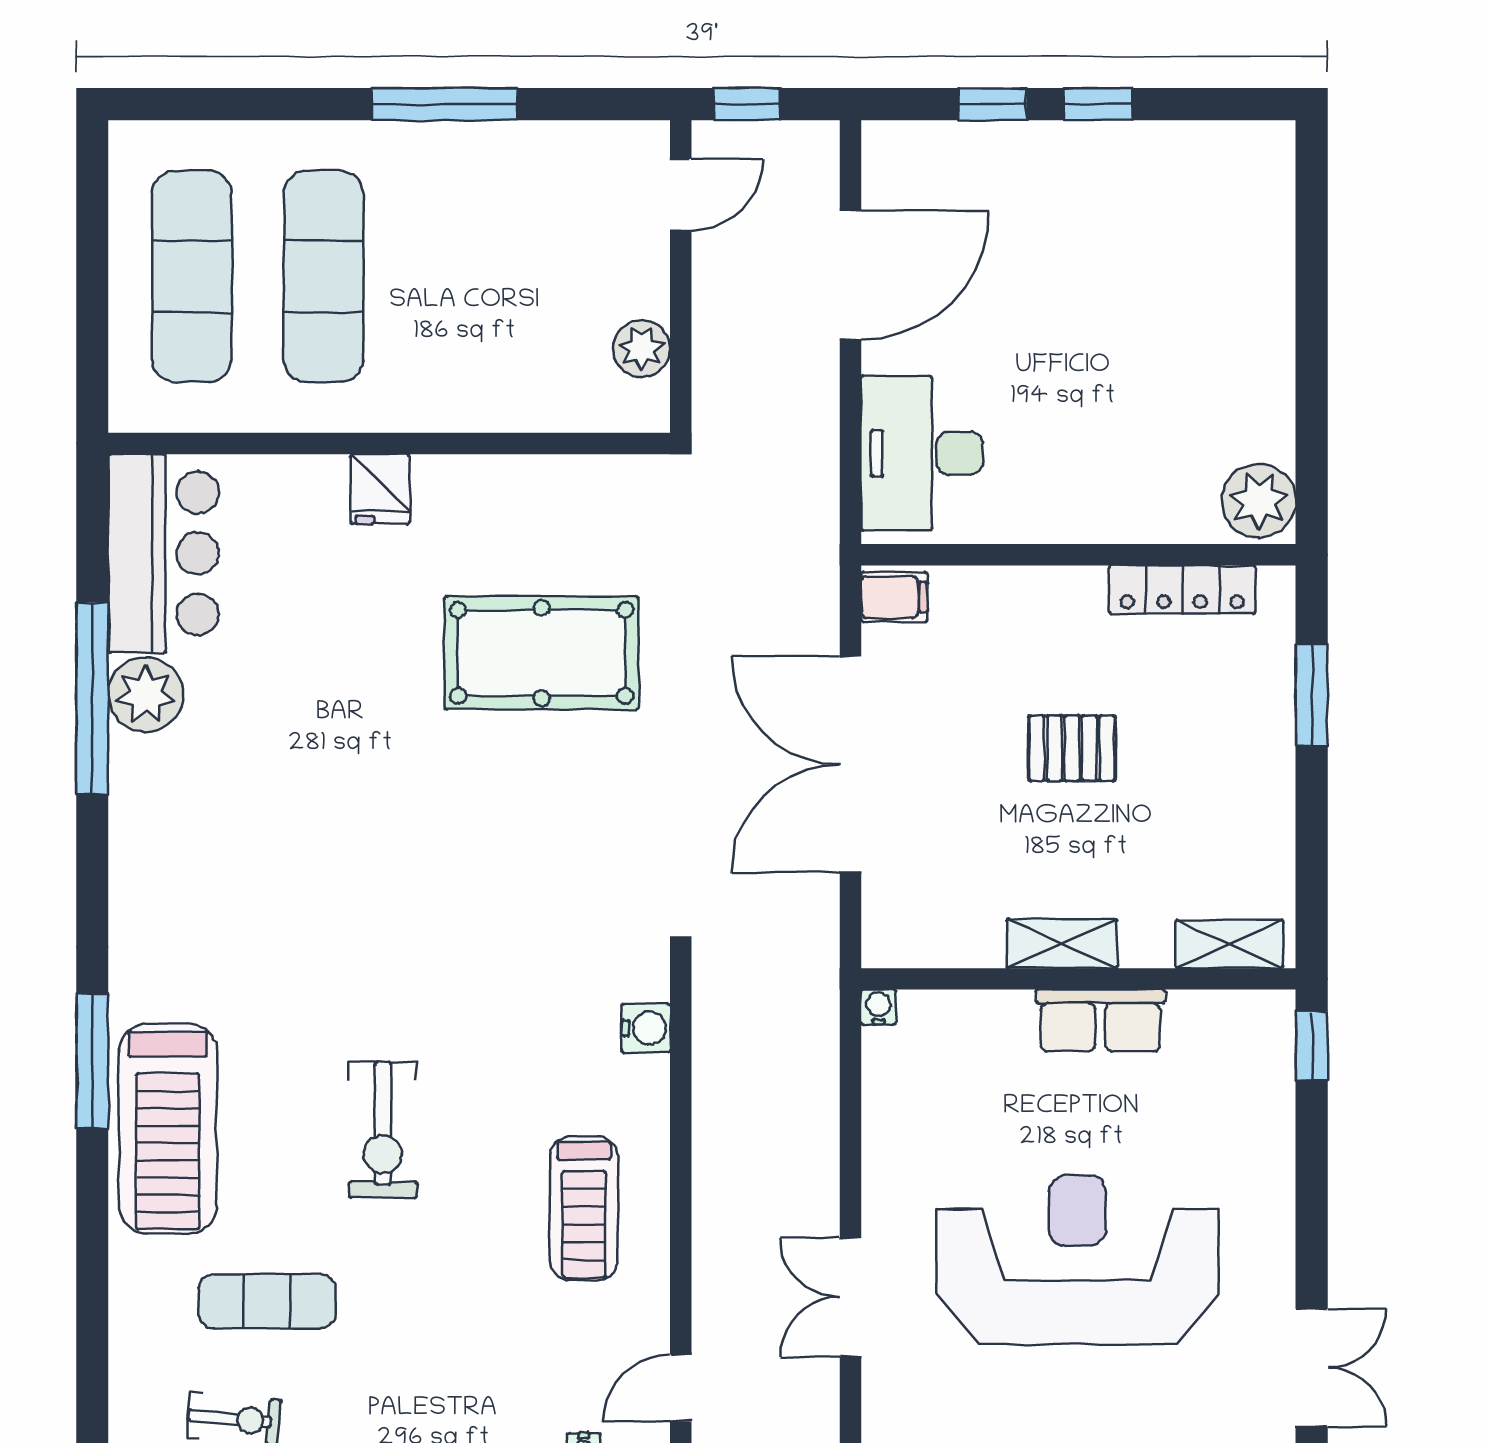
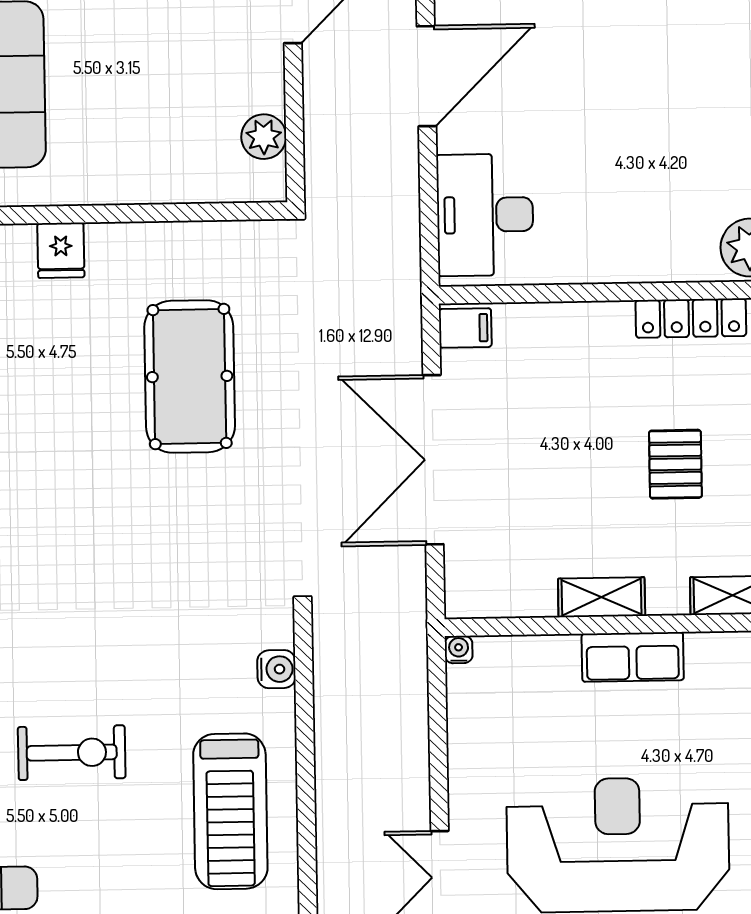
pool table: (542, 653) -> (190, 377), turned 90
pallet: (1072, 748) -> (675, 464), moved, turned 90
exercise bike: (383, 1130) -> (72, 753), turned -90
treadmill: (584, 1208) -> (230, 811), width x1.37, depth x1.38

